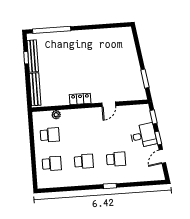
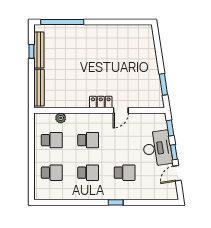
locker: (80, 99) -> (101, 102), moved
school desk: (82, 133) -> (88, 140), added
desk: (143, 136) -> (157, 148), width x1.37

